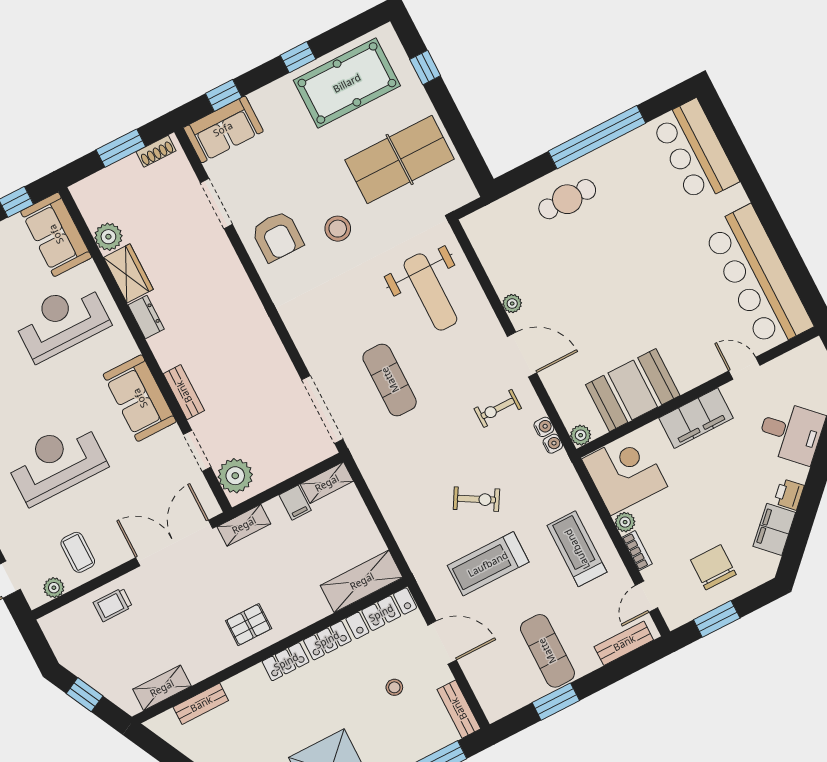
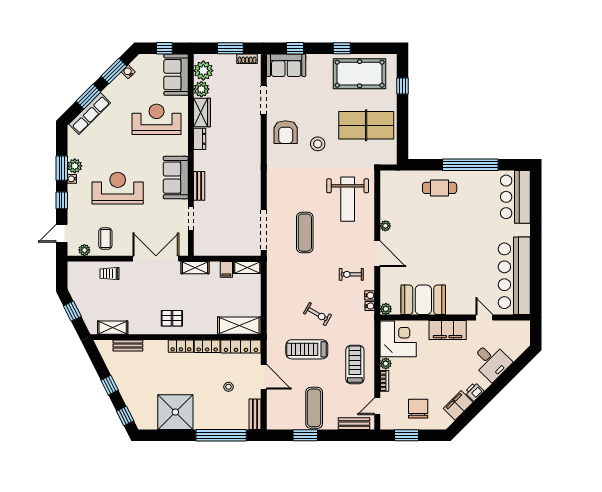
plant: (235, 476) -> (203, 71), moved

